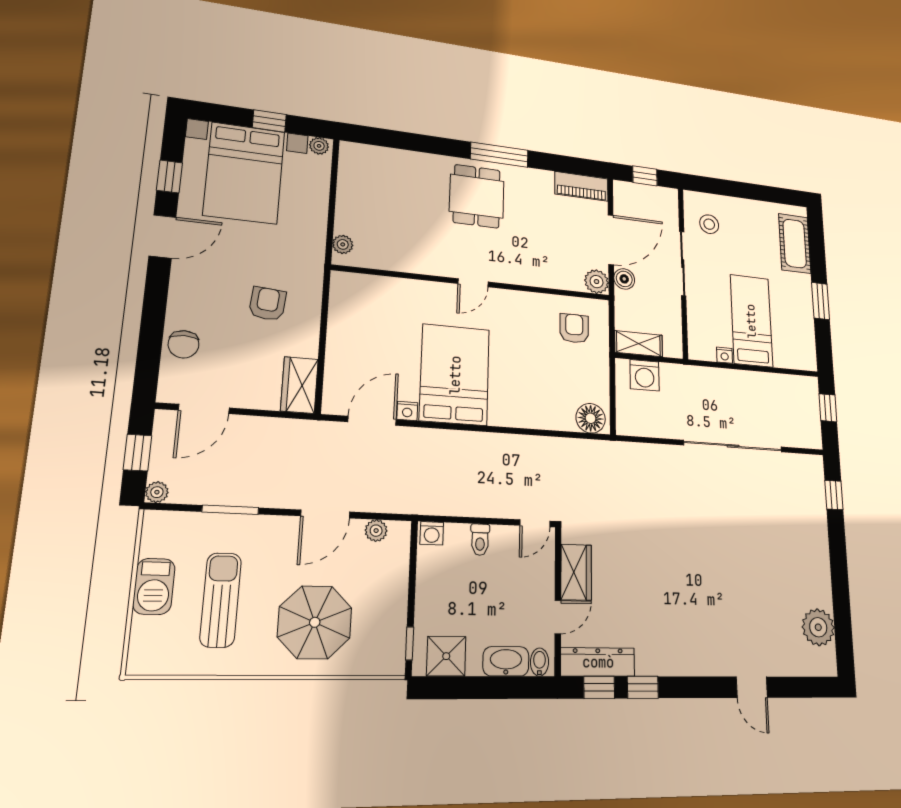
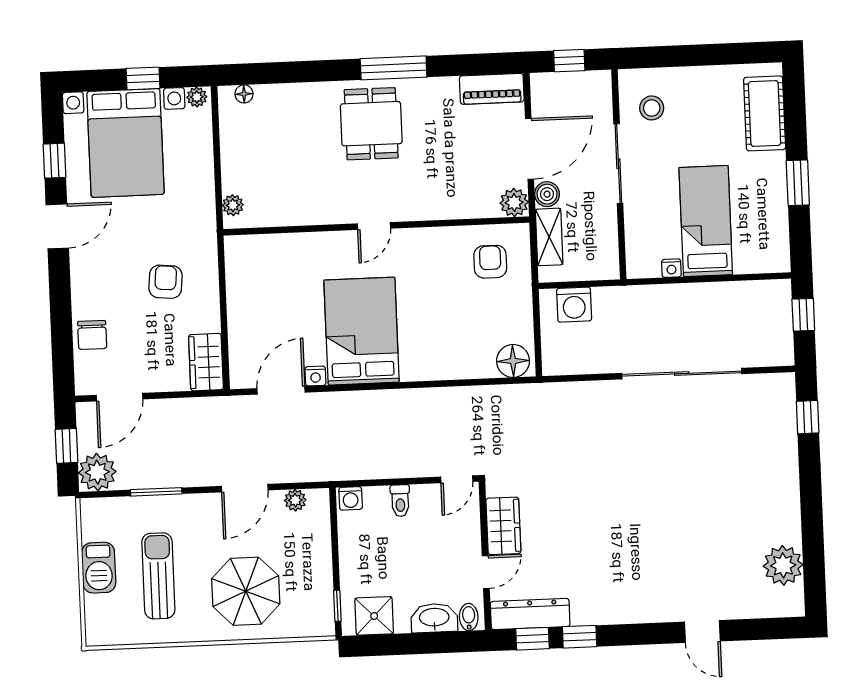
floor lamp: (364, 151) -> (244, 94), added
shelving: (638, 344) -> (549, 237), moved, turned 90
plant: (157, 492) -> (97, 472), width x1.87, depth x1.87

